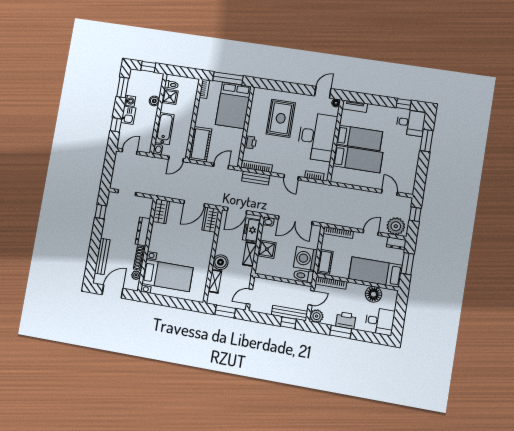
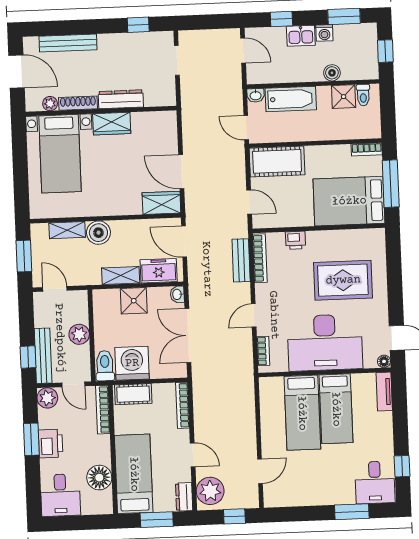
wardrobe: (161, 211) -> (112, 124), moved
plant: (281, 288) -> (79, 334), added

